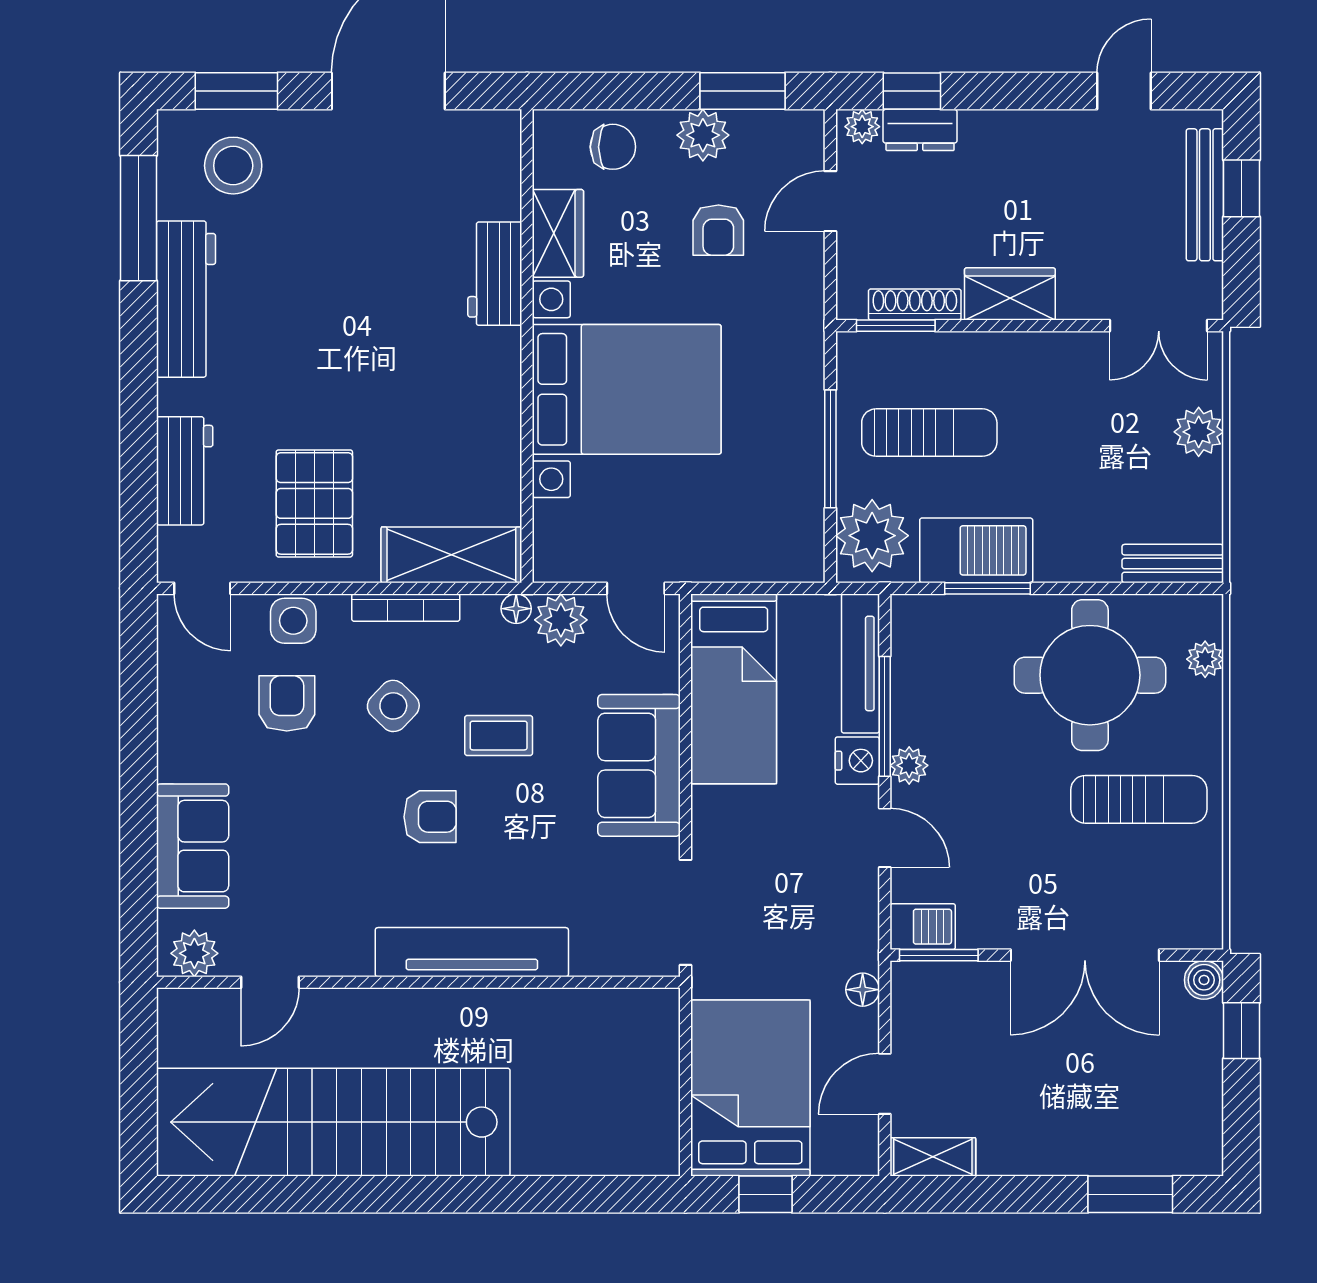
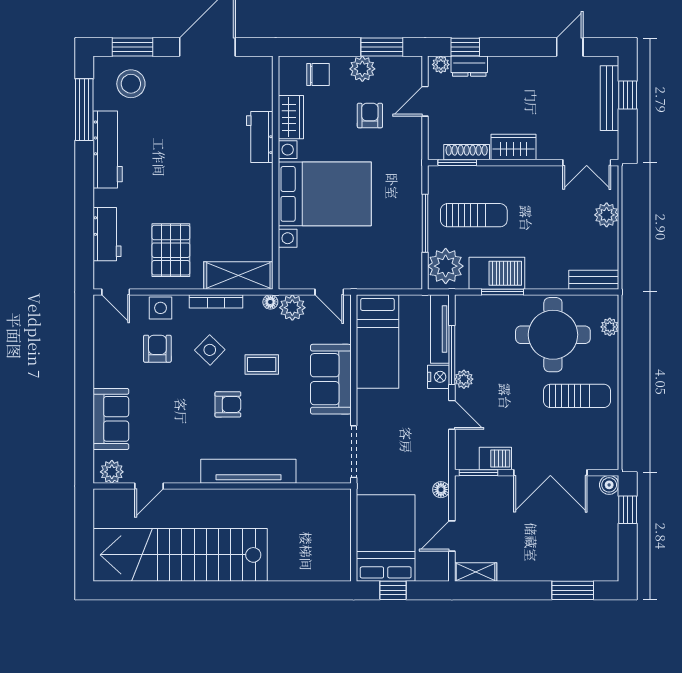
armchair: (718, 230) -> (370, 116), turned 180
barbecue: (923, 927) -> (495, 459), moved

